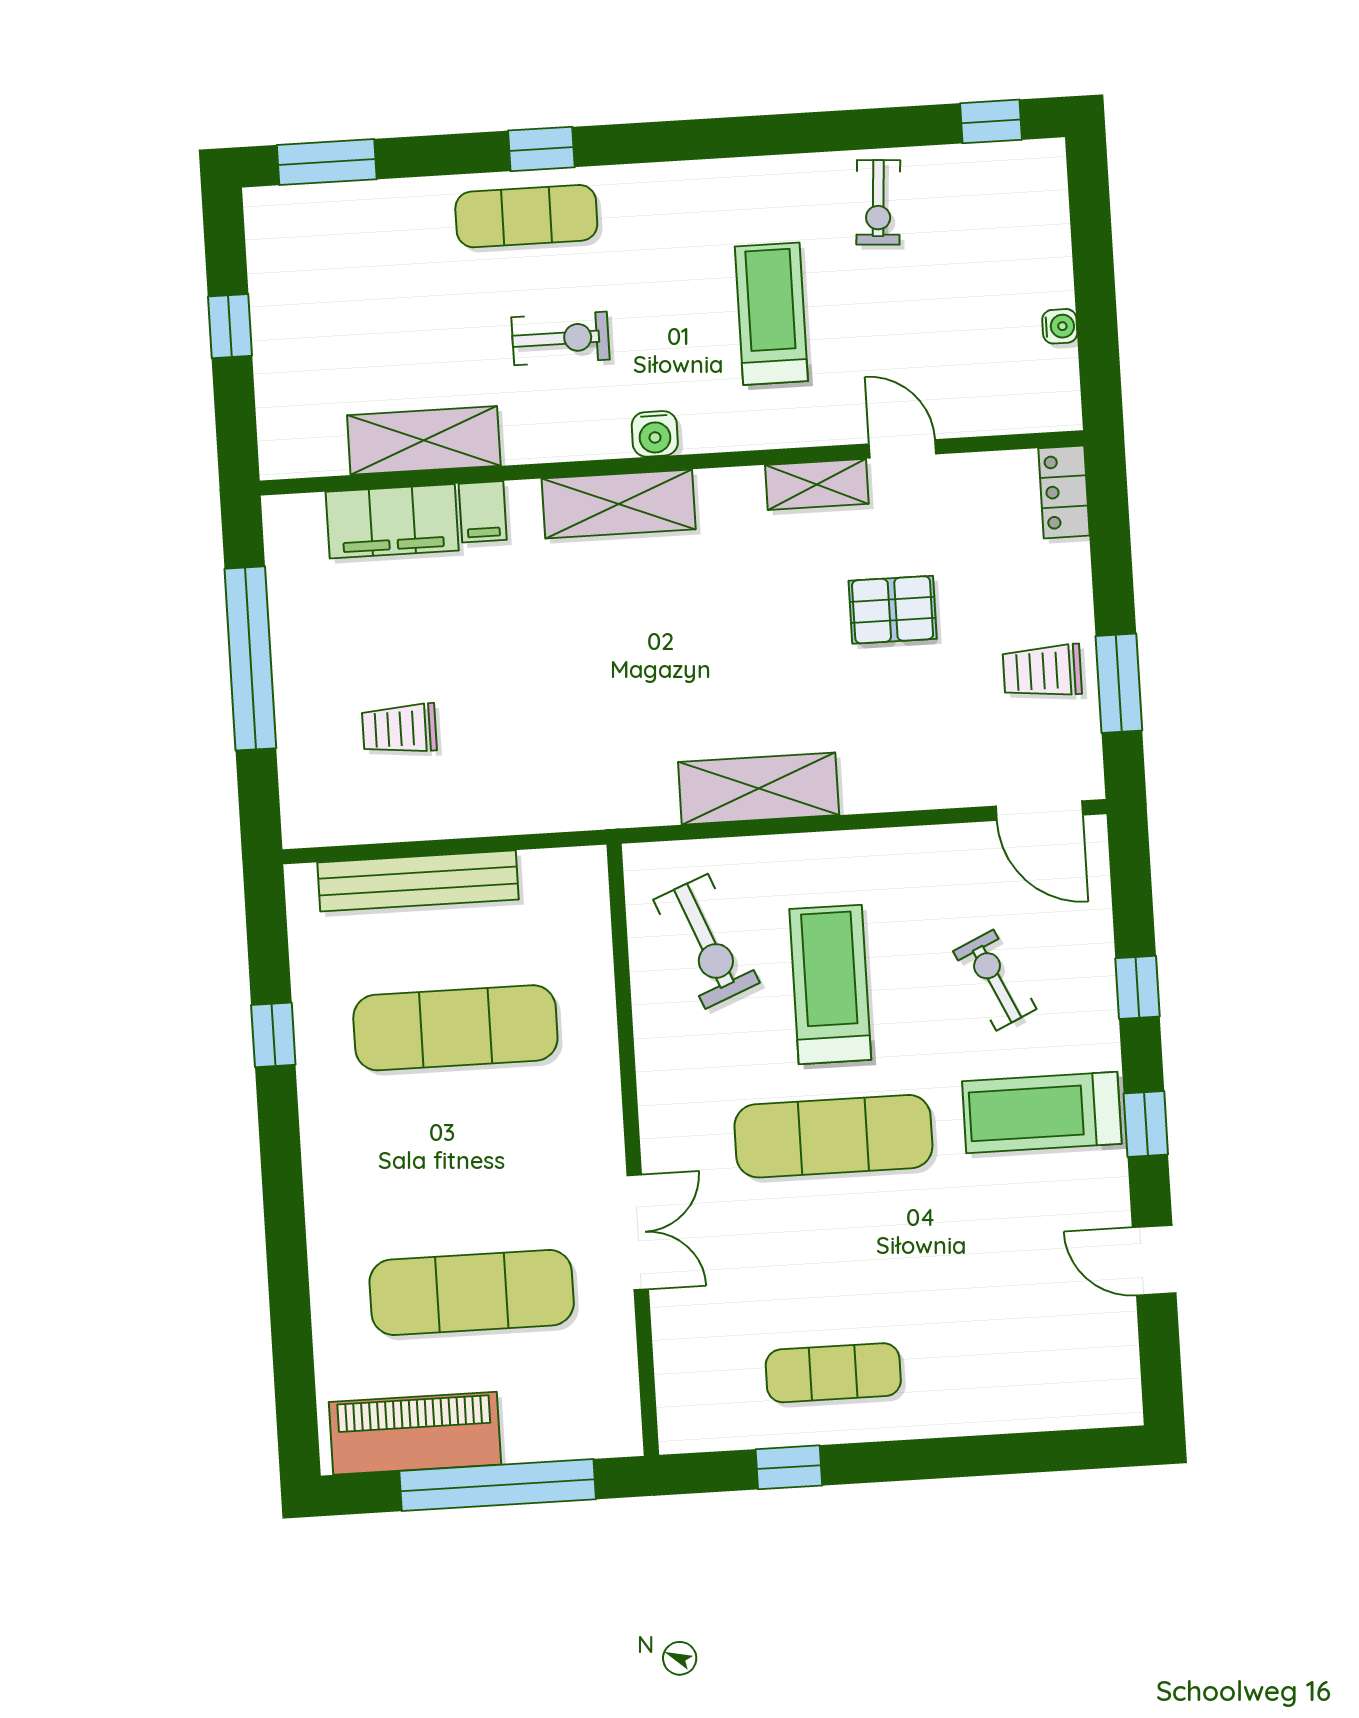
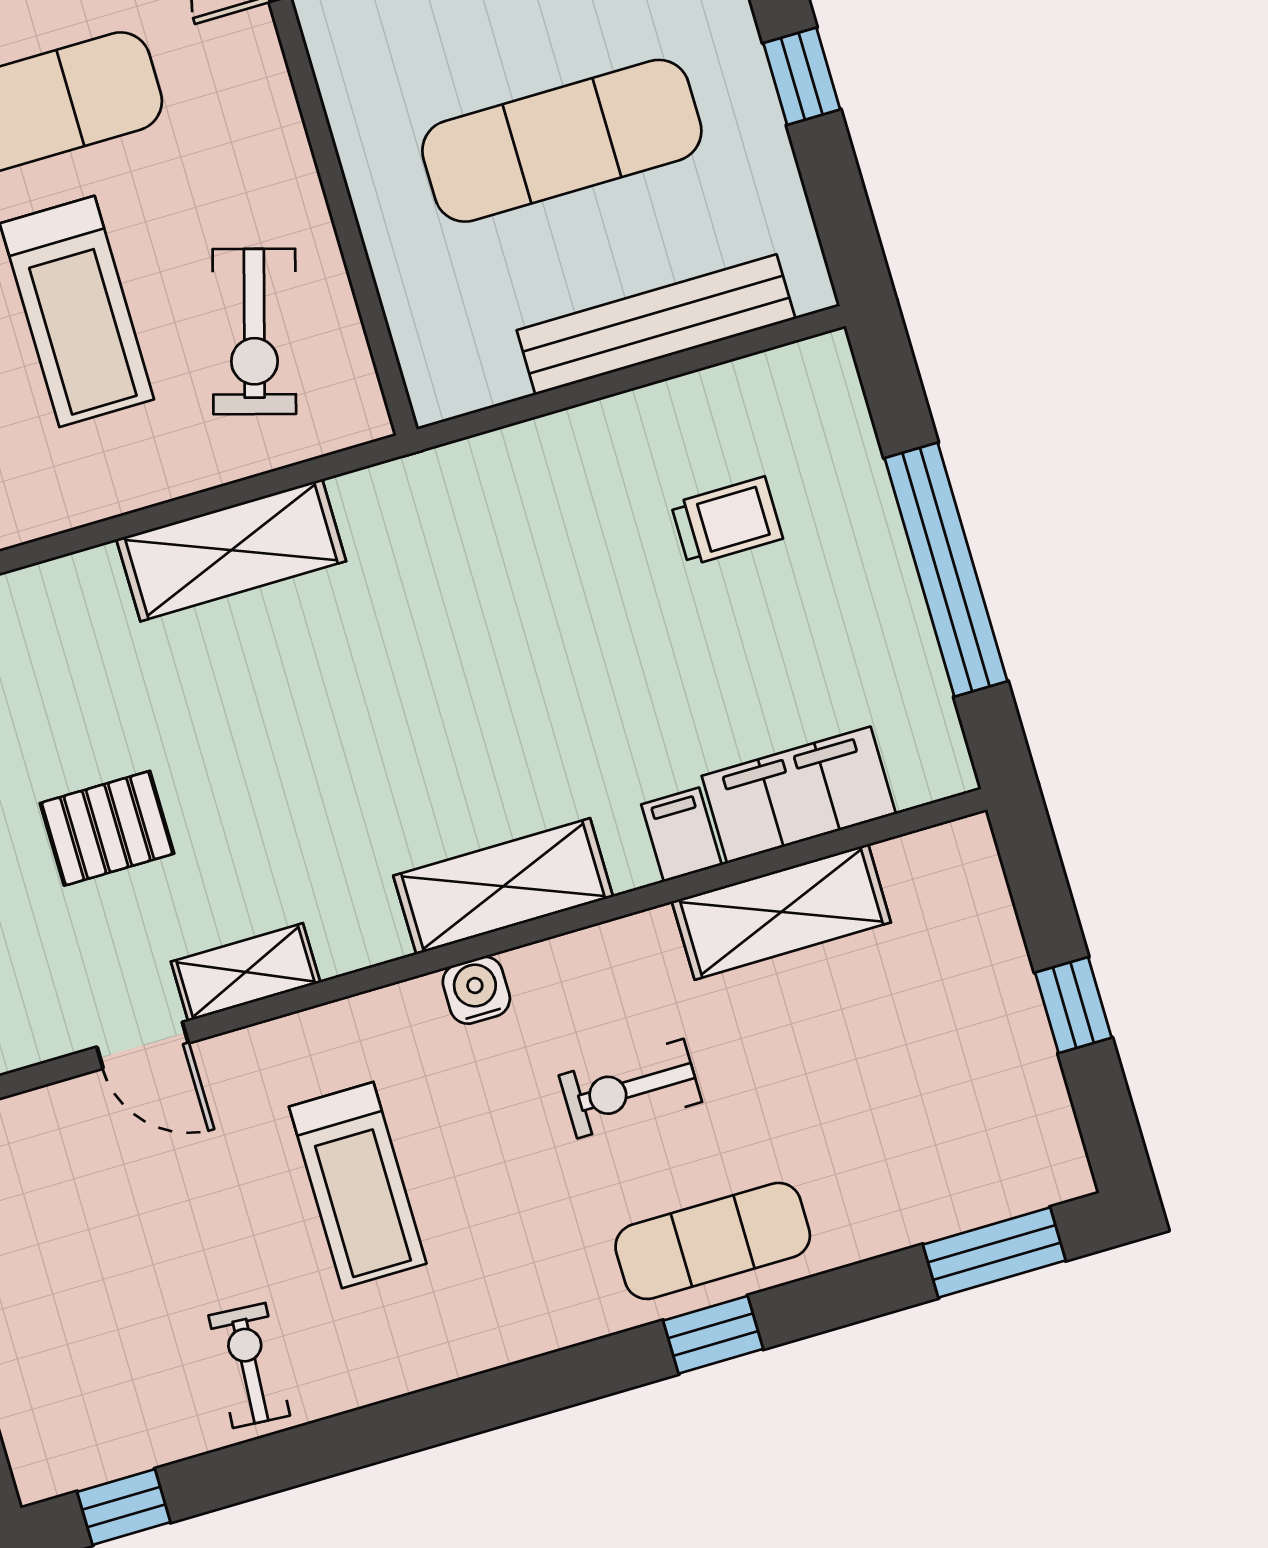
exercise bike: (707, 941) -> (254, 331), turned -142

